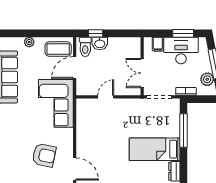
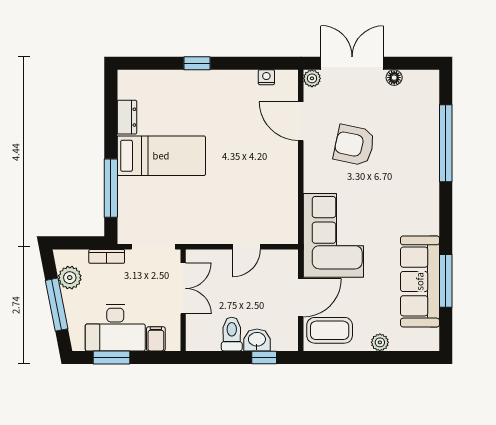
toilet: (85, 47) -> (232, 334), moved

